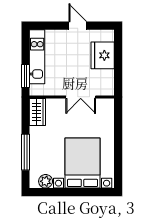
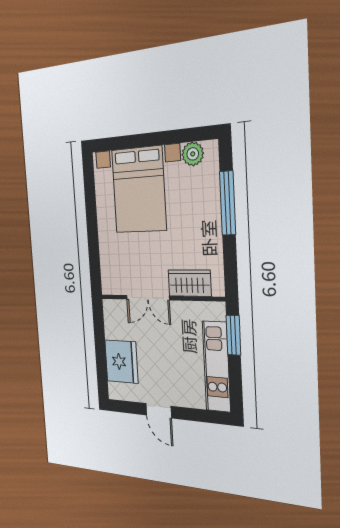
double door: (81, 97) -> (148, 298), swing flipped
wardrobe: (37, 112) -> (189, 283), moved, turned 90

